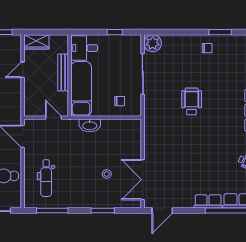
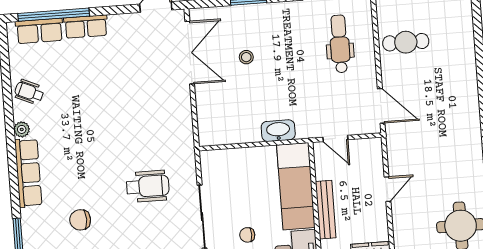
door: (23, 70) -> (387, 189), moved
chair: (221, 78) -> (80, 220), added
chair: (120, 101) -> (247, 235), moved
wheelchair: (192, 101) -> (148, 186), moved, turned -90

